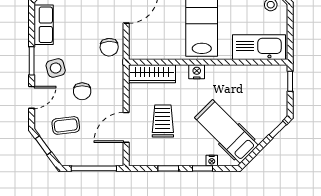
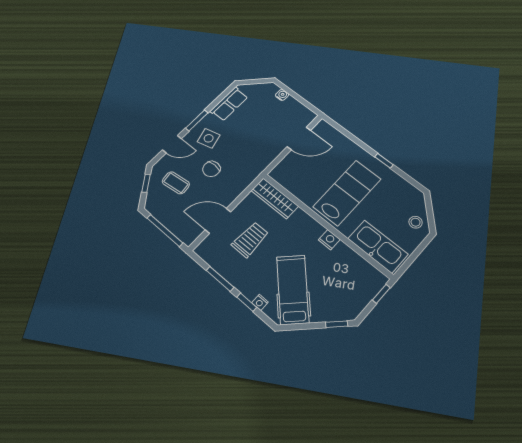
chair: (109, 47) -> (261, 155), removed
nightstand: (197, 72) -> (329, 240), moved
window: (168, 168) -> (220, 279), width x1.50

